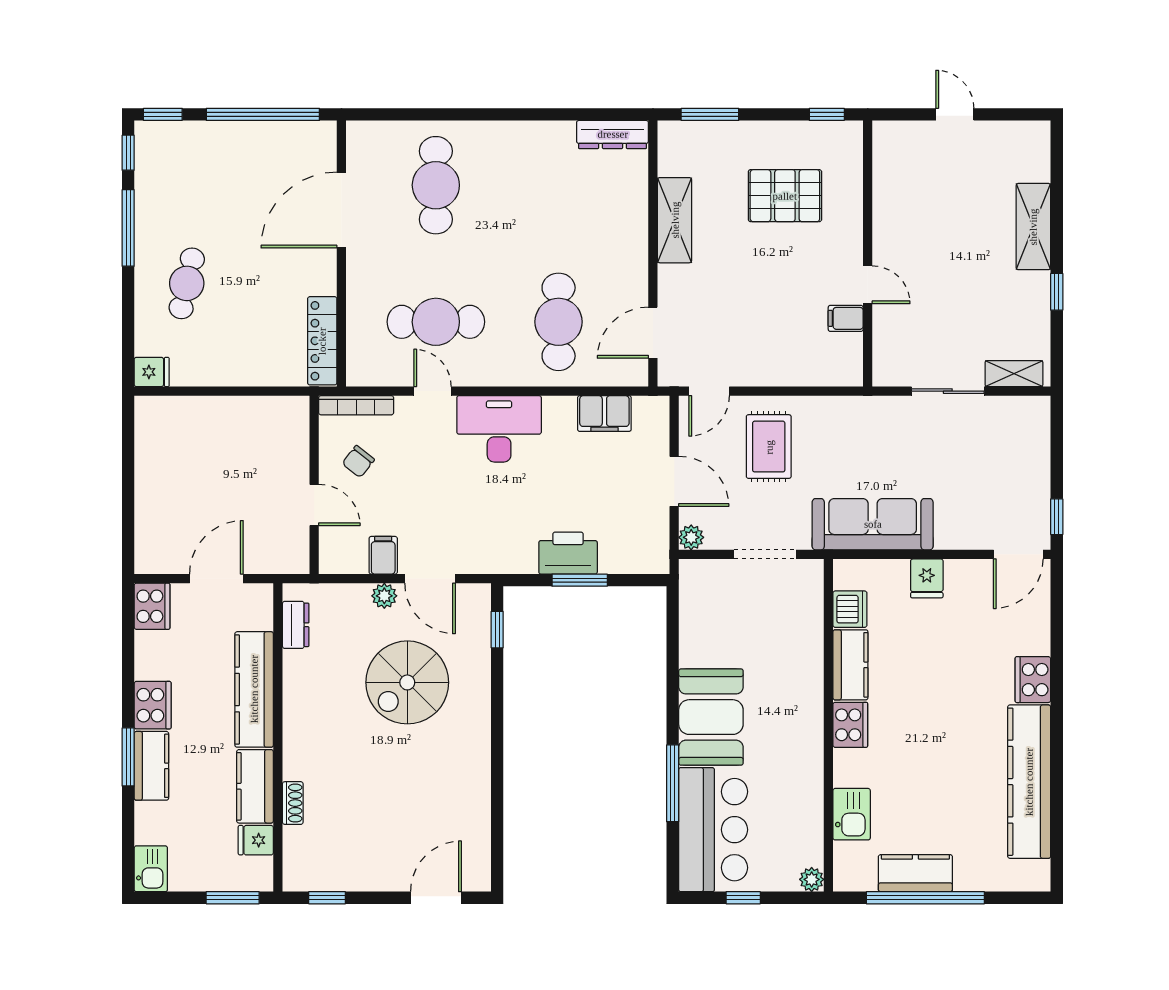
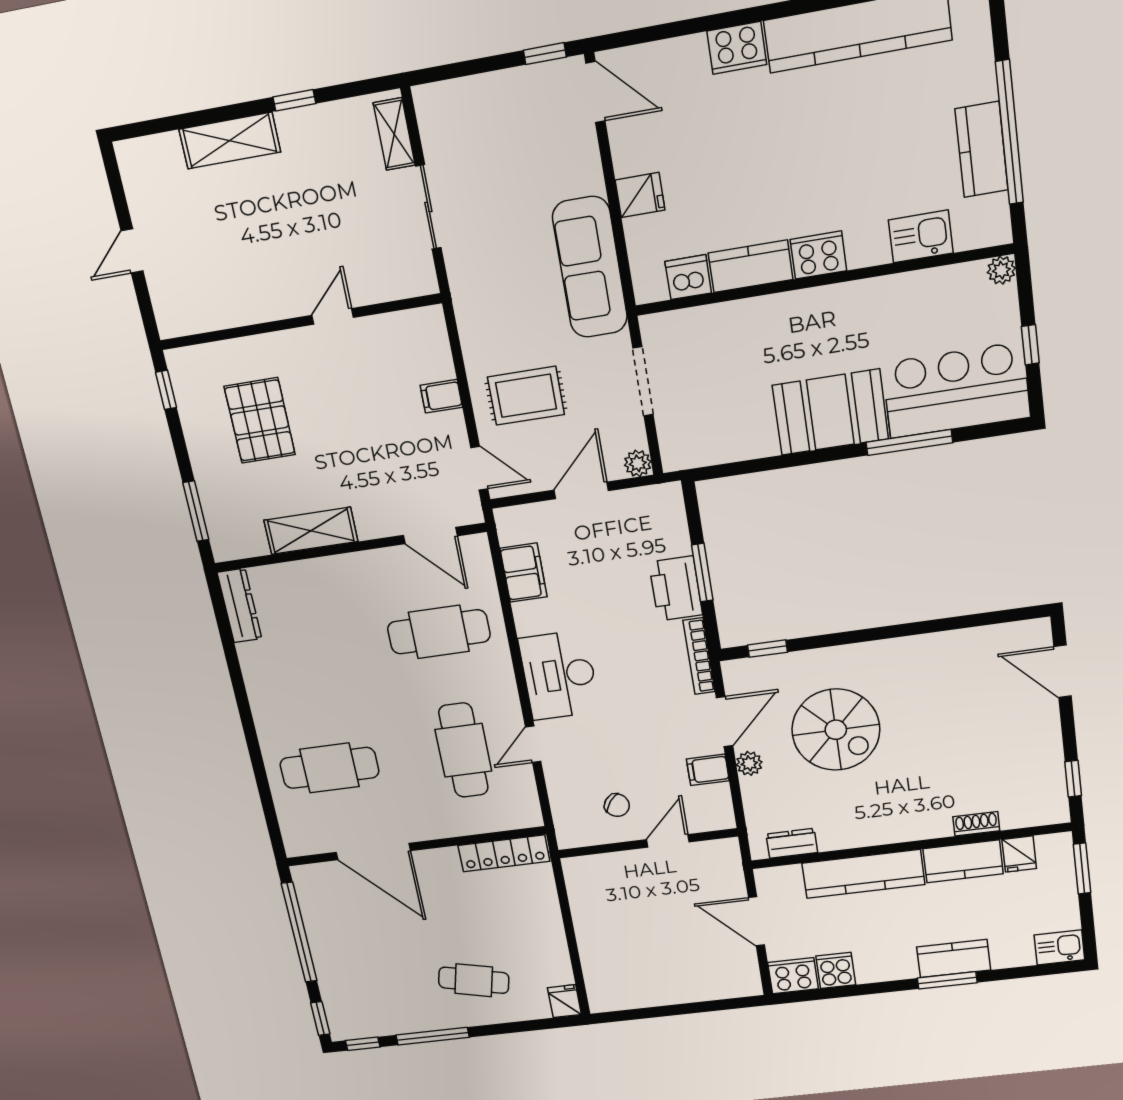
filing cabinet: (846, 318) -> (441, 396), moved, turned 90
bookcase: (356, 405) -> (699, 656), moved, turned 180
cooker: (153, 705) -> (836, 970), moved, width x0.73

